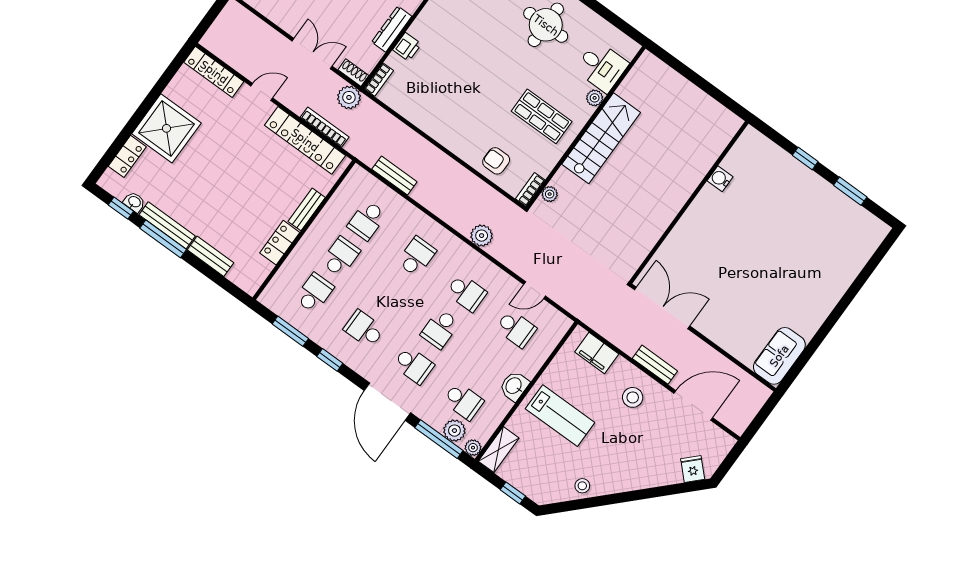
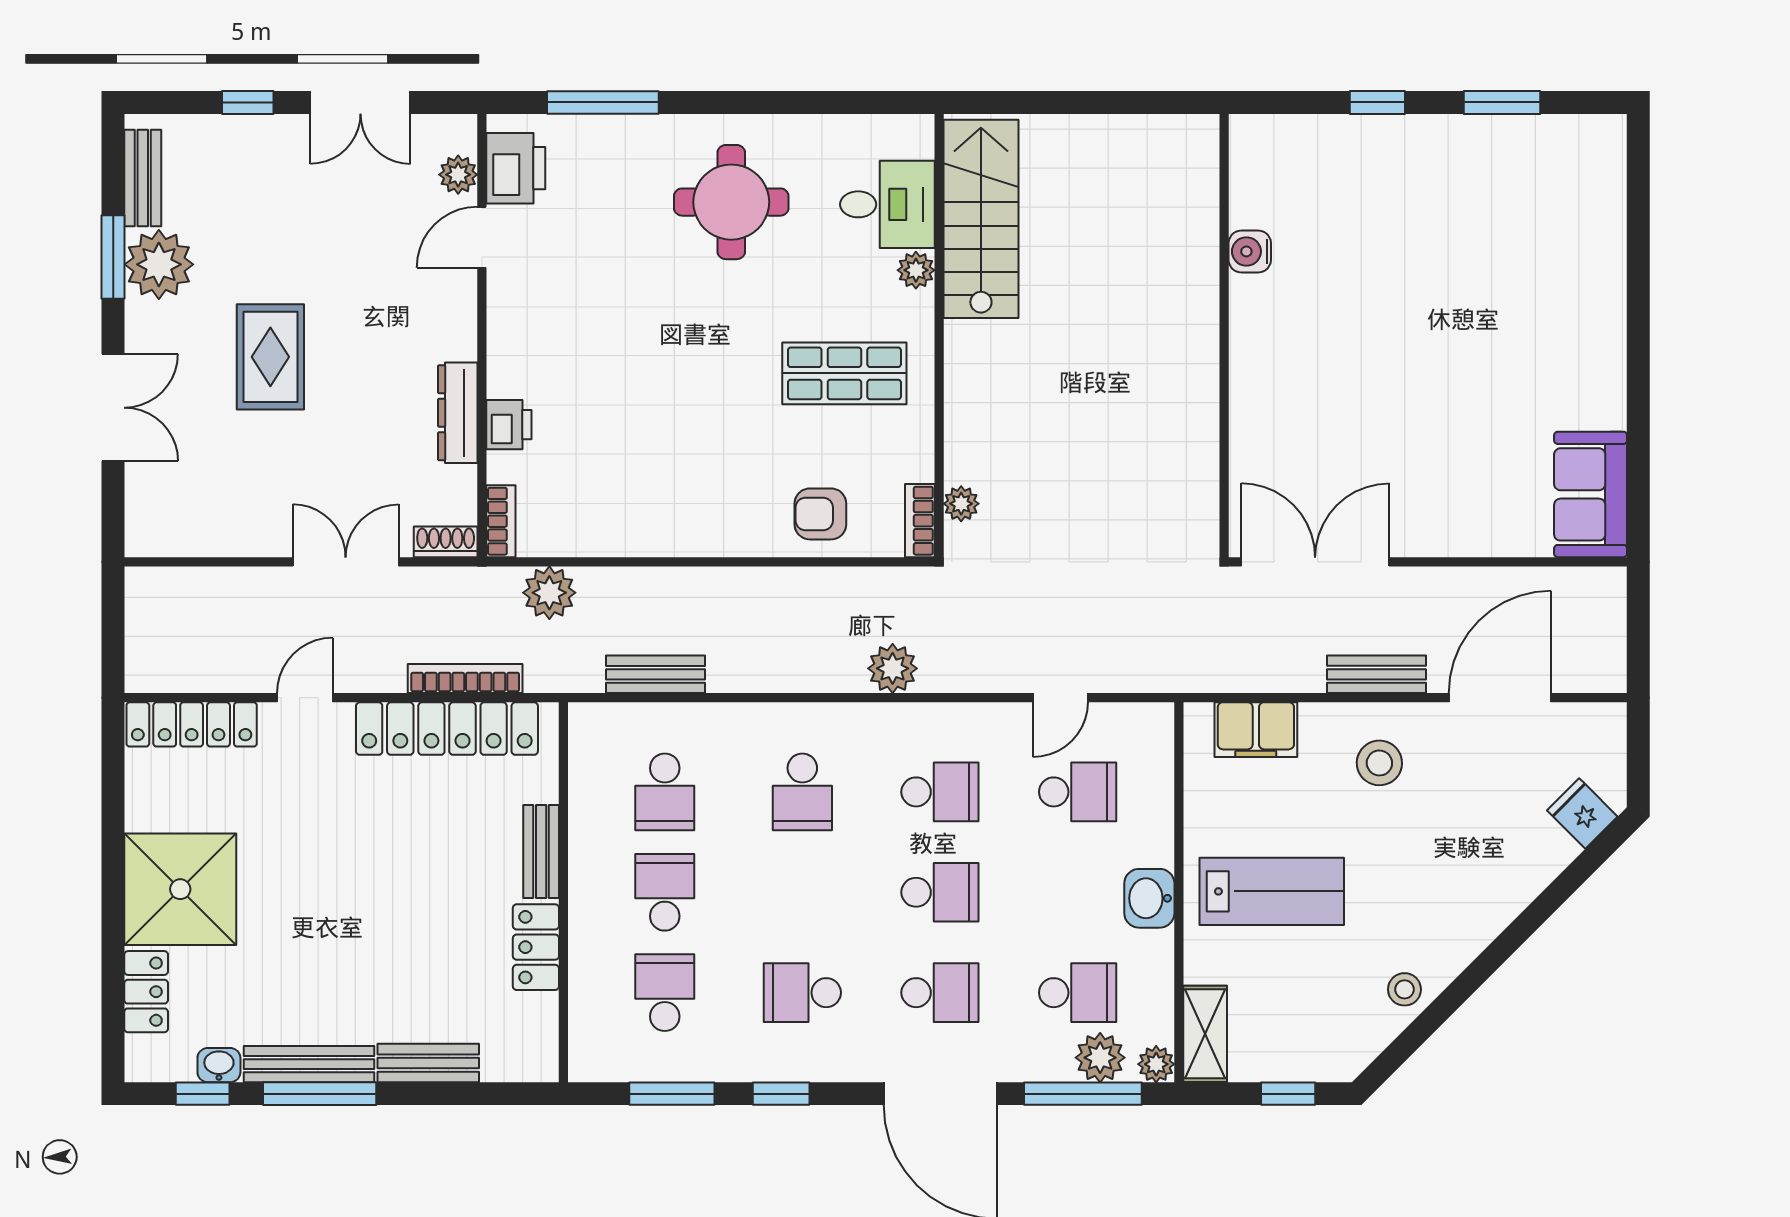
plant: (349, 97) -> (549, 593), moved
stairs: (601, 138) -> (981, 219), moved
school desk: (417, 256) -> (802, 792), turned 180
school desk: (440, 329) -> (940, 892), turned -90

